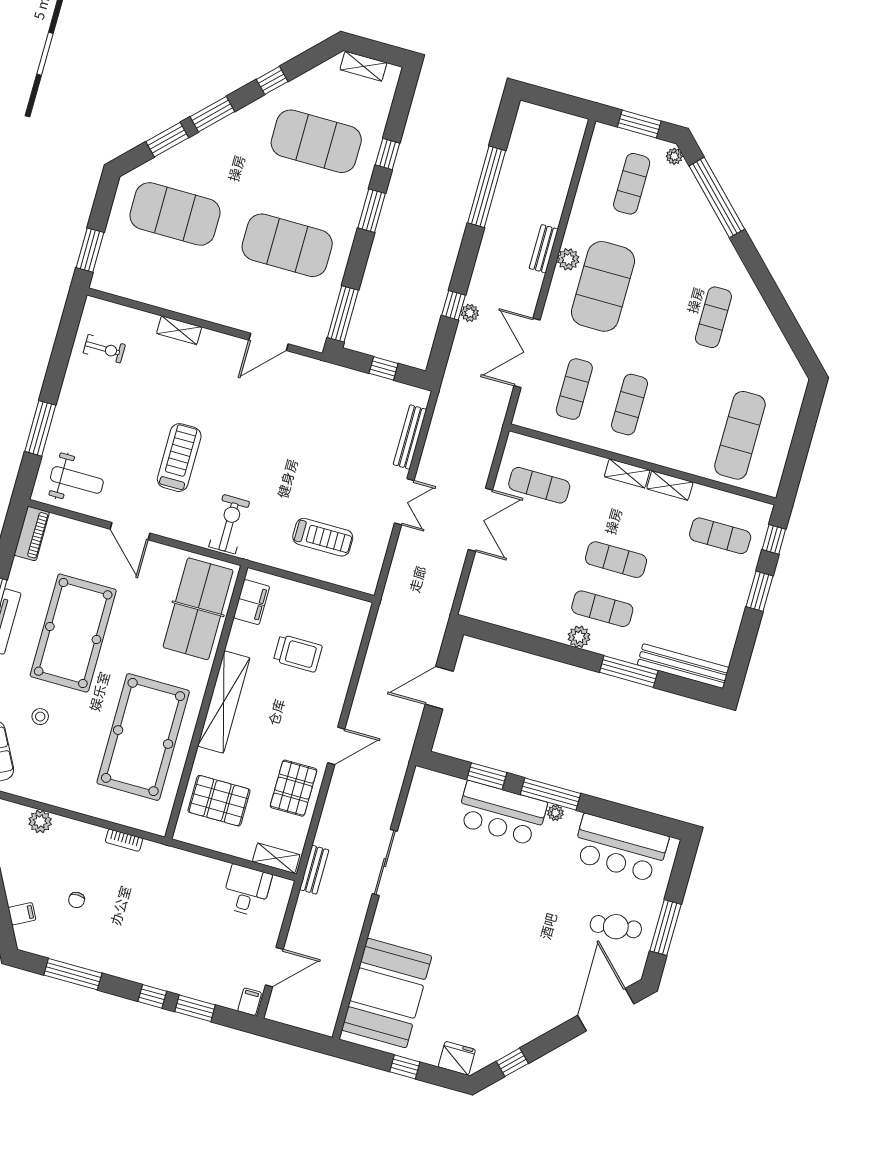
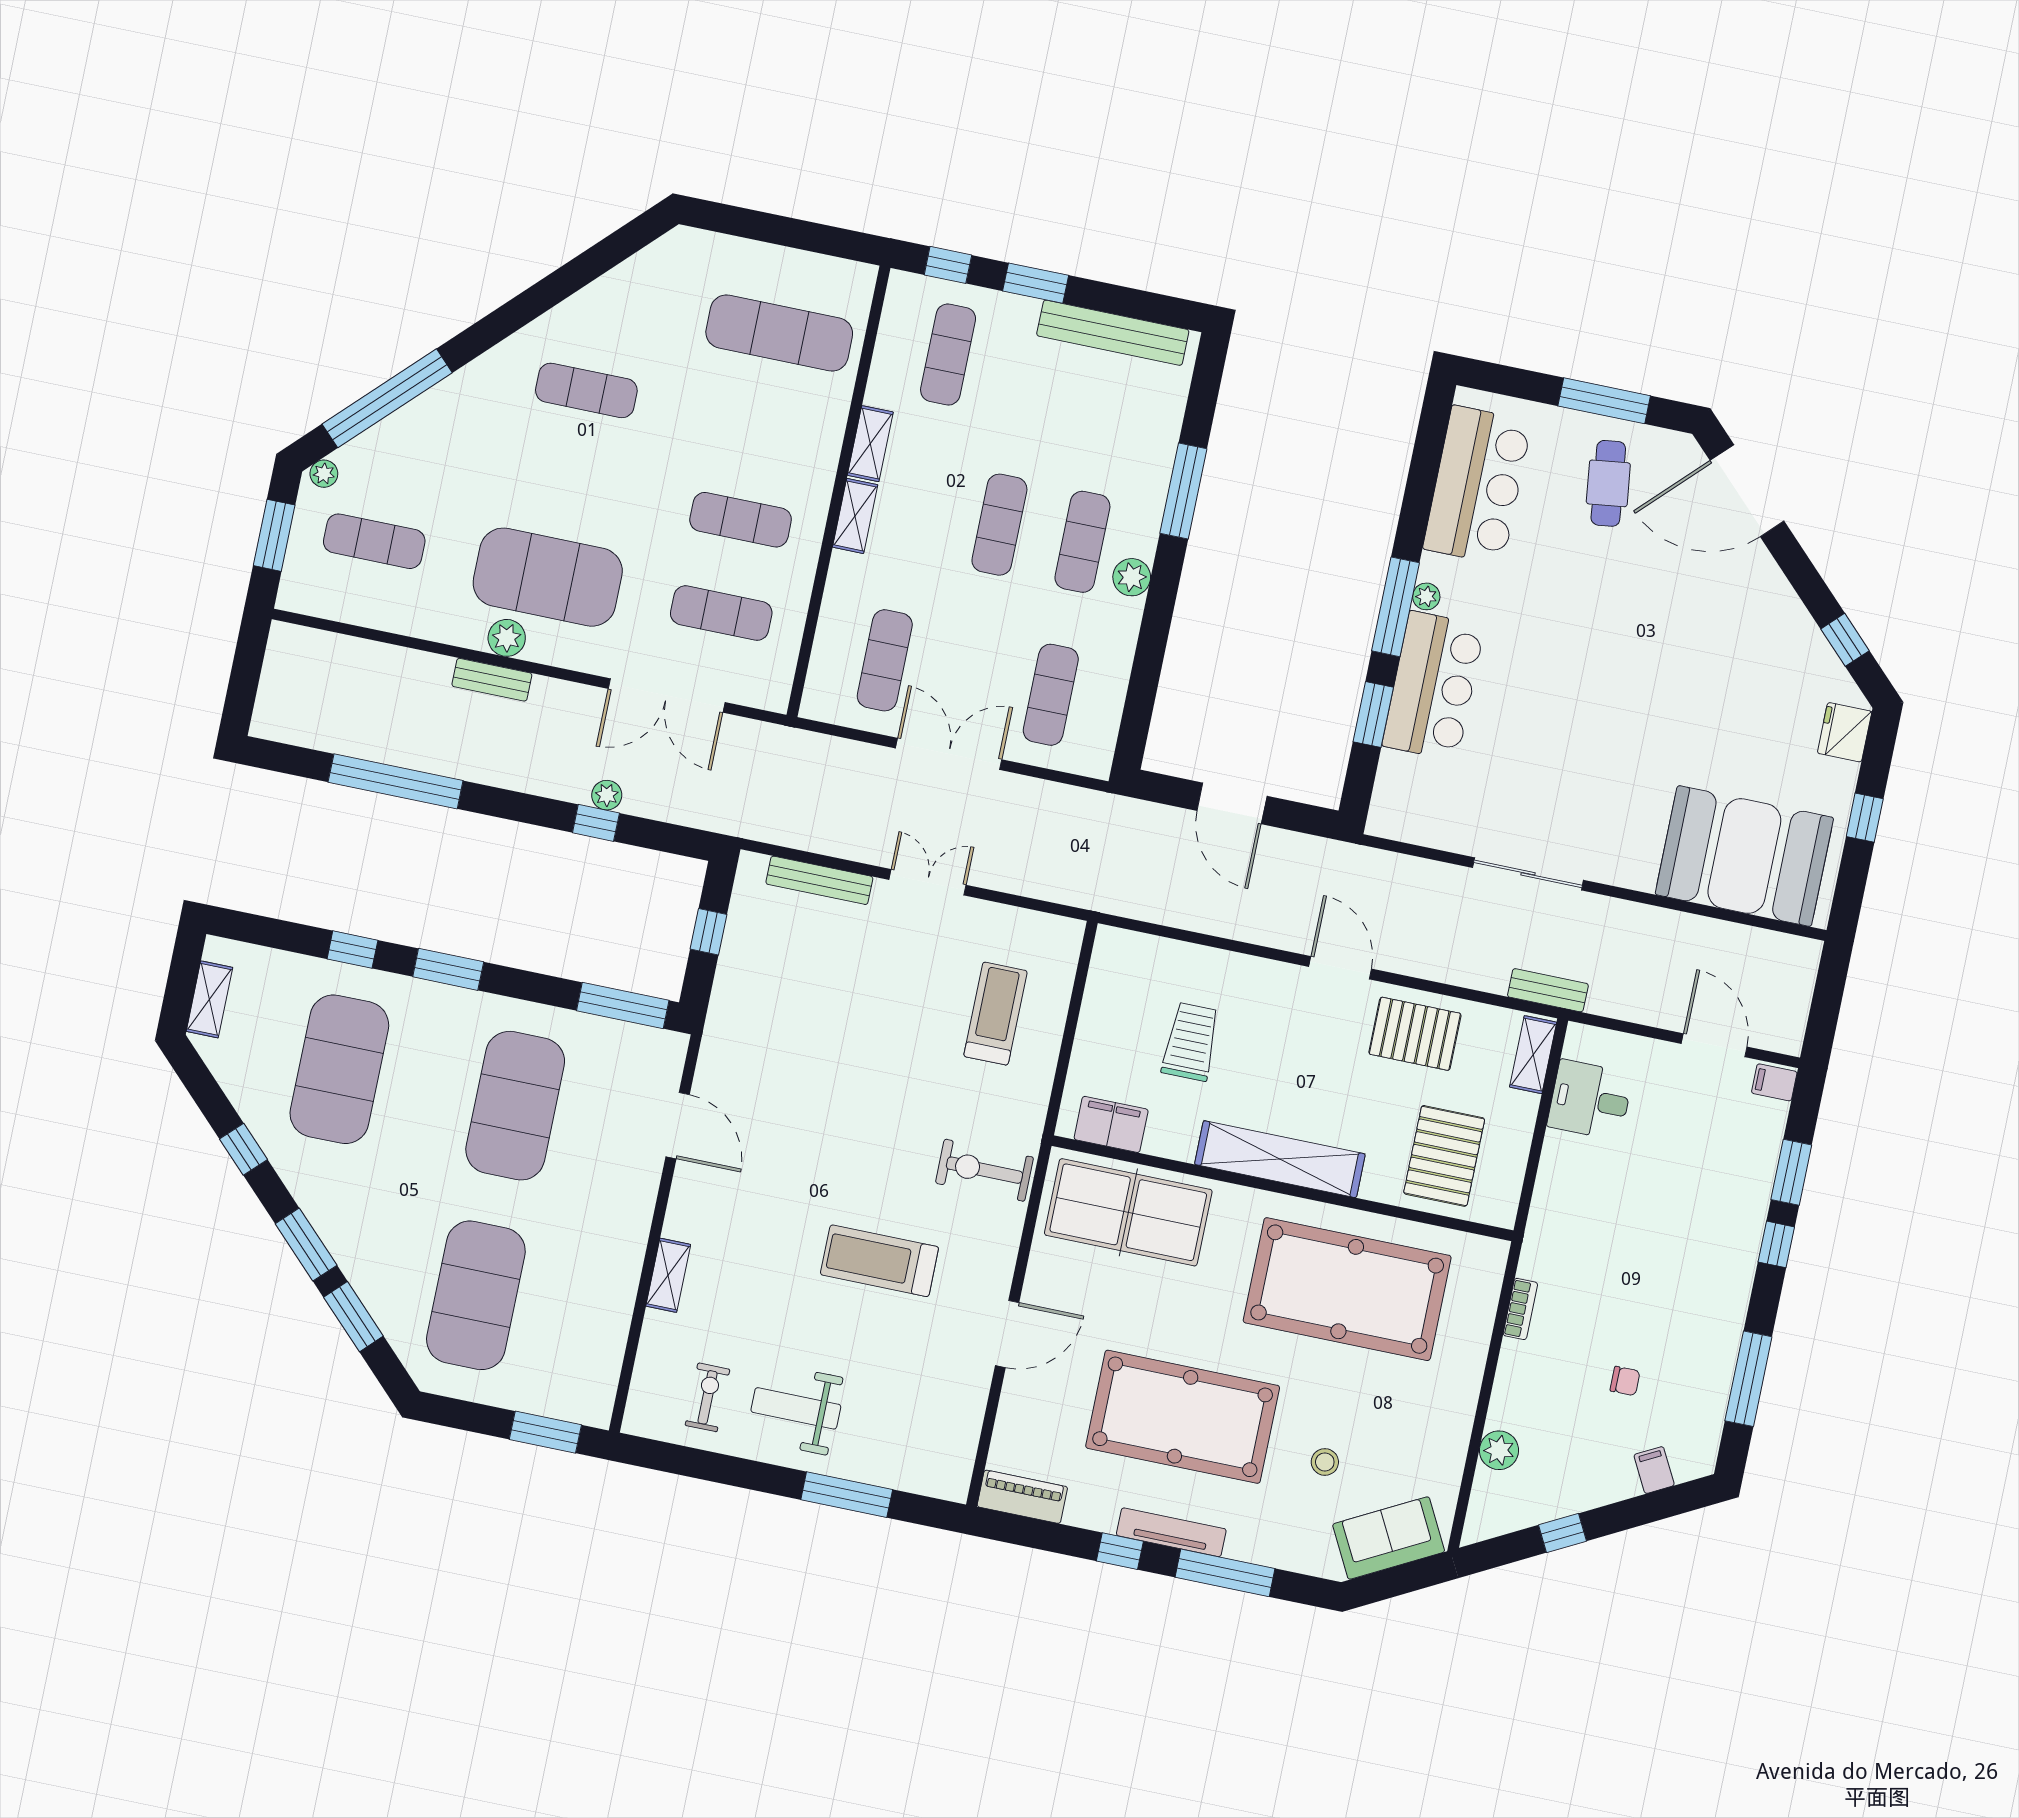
weight bench: (77, 480) -> (796, 1408), moved, turned -90
exercise mat: (512, 583) -> (1051, 695), added
bench: (683, 666) -> (1113, 333), moved, turned 90

